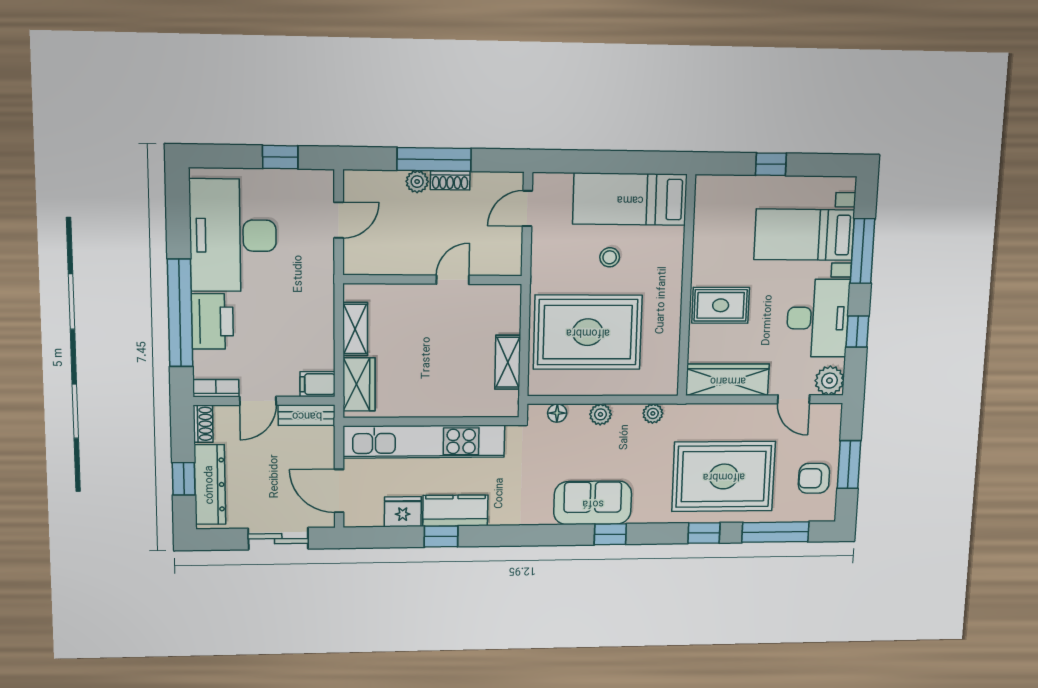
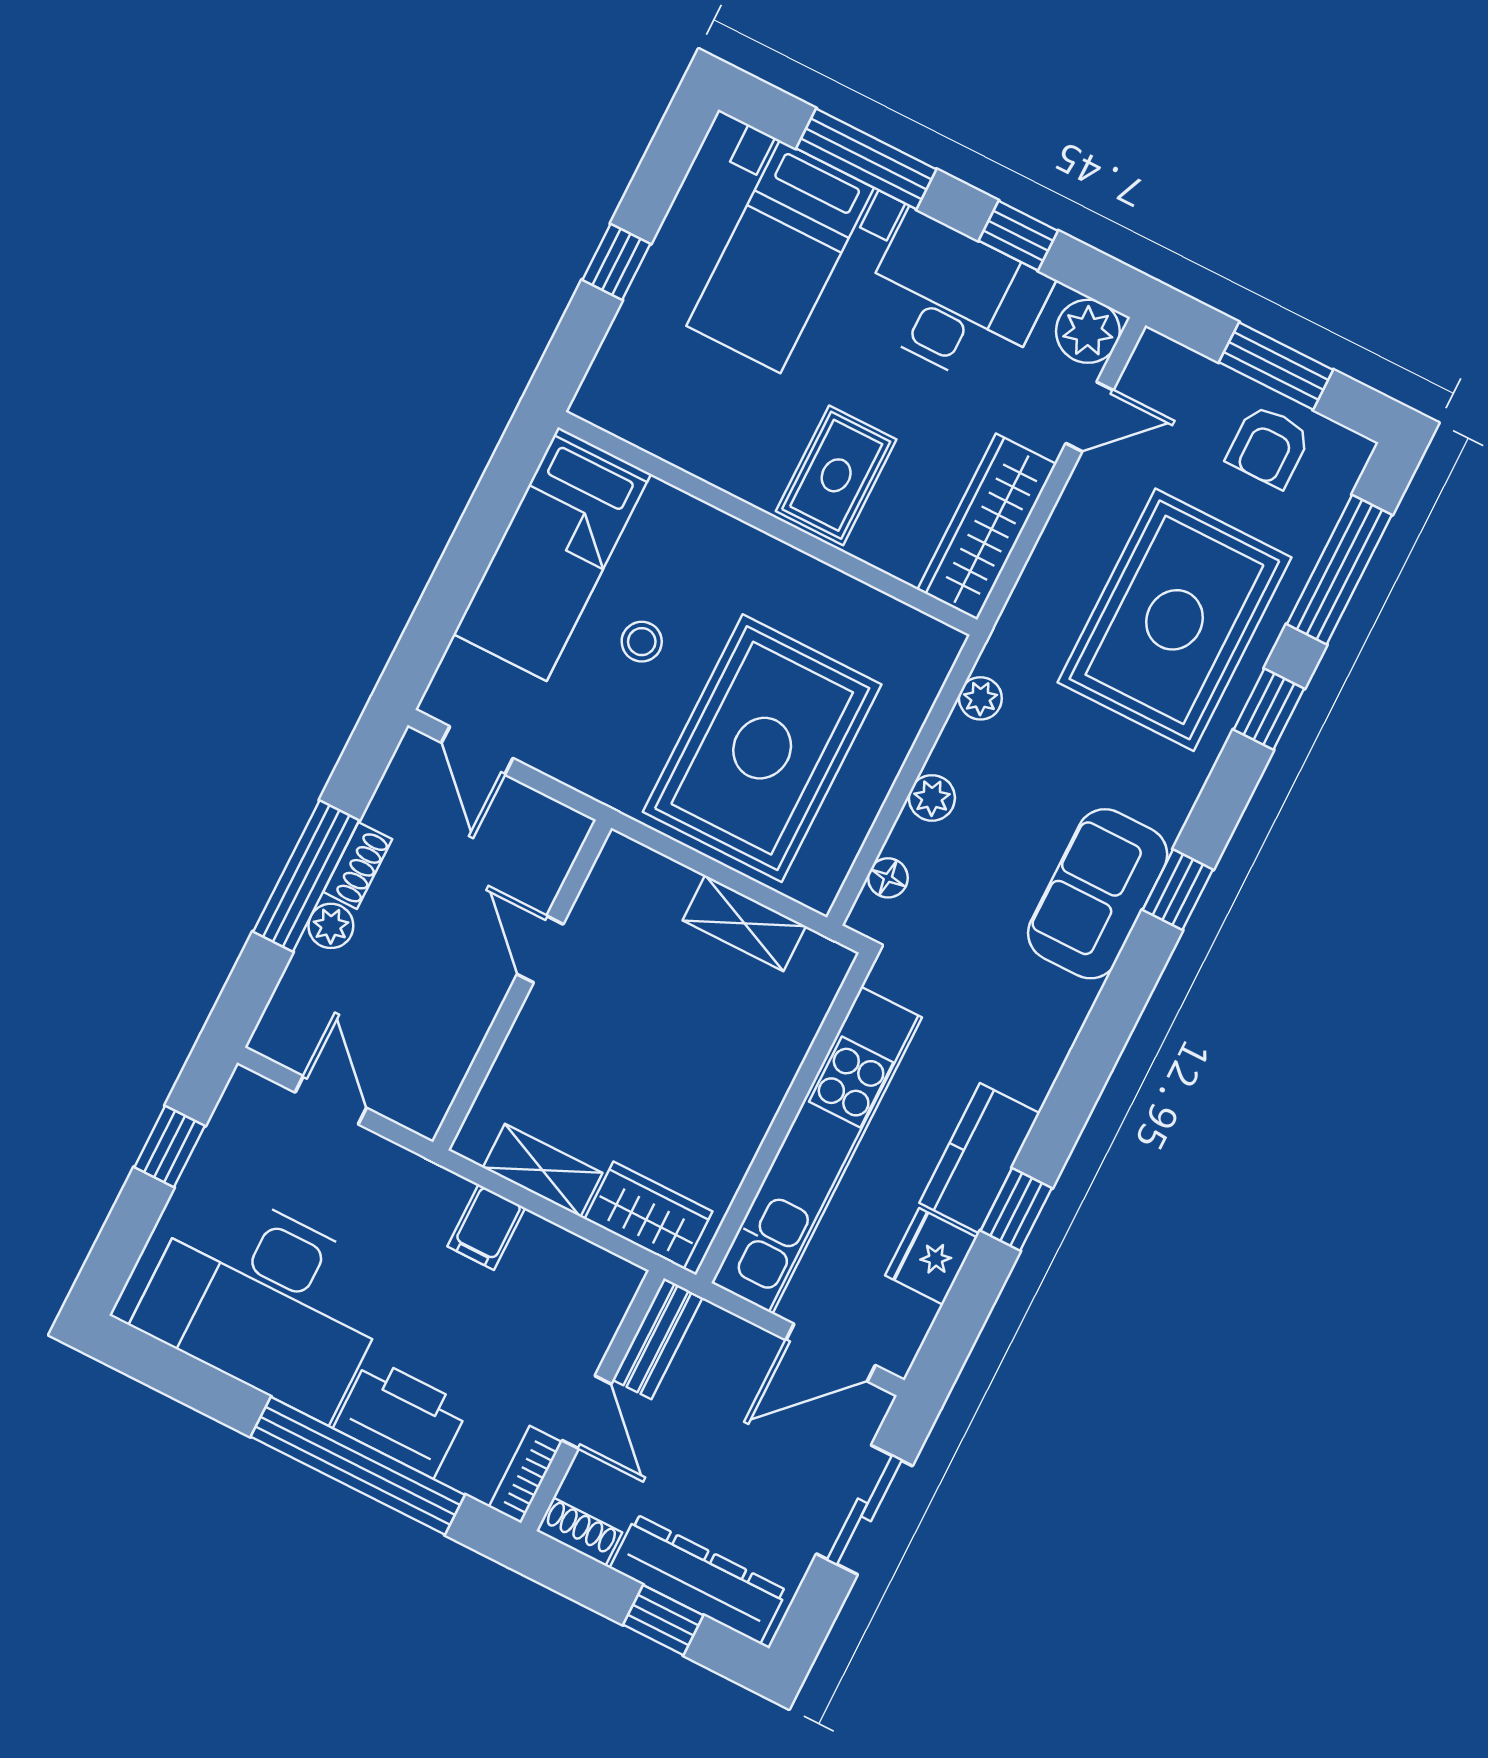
filing cabinet: (317, 384) -> (486, 1227), moved

